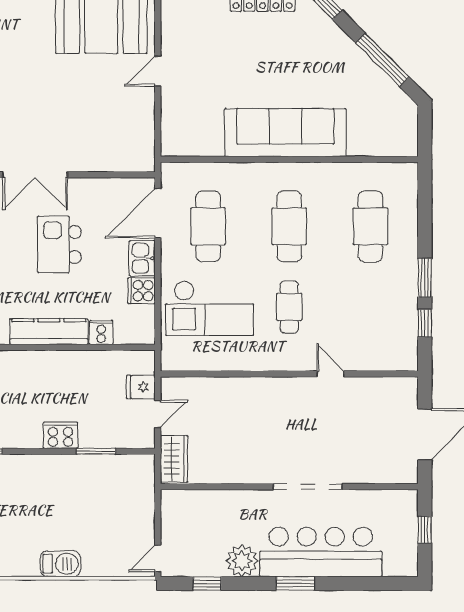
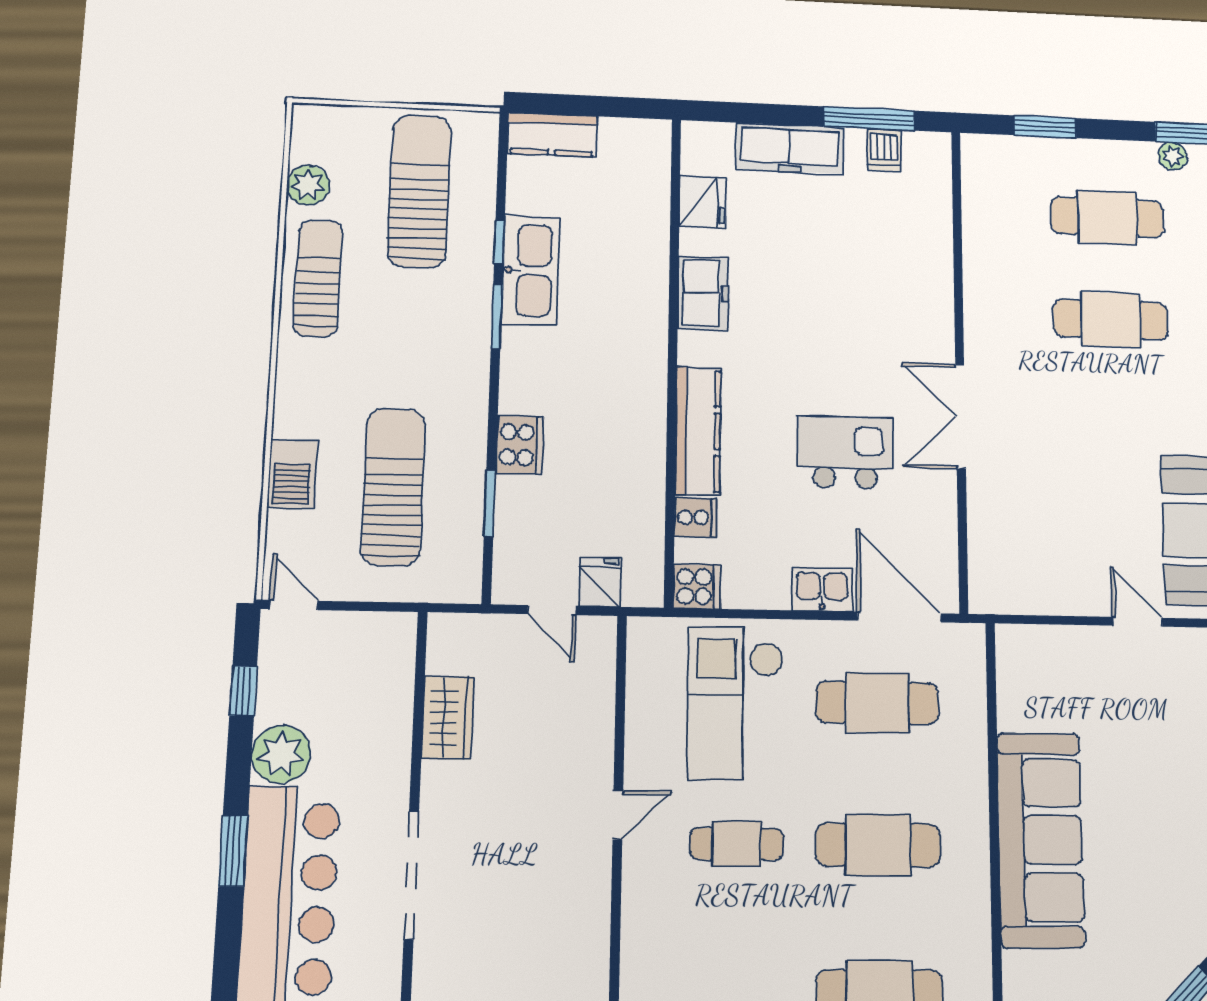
cooker: (141, 291) -> (697, 586), moved, turned 90
door: (330, 374) -> (618, 815), moved
wardrobe: (174, 459) -> (448, 718), moved, turned -90
sun lounger: (88, 507) -> (393, 487), added
barbecue: (60, 564) -> (292, 474), moved

